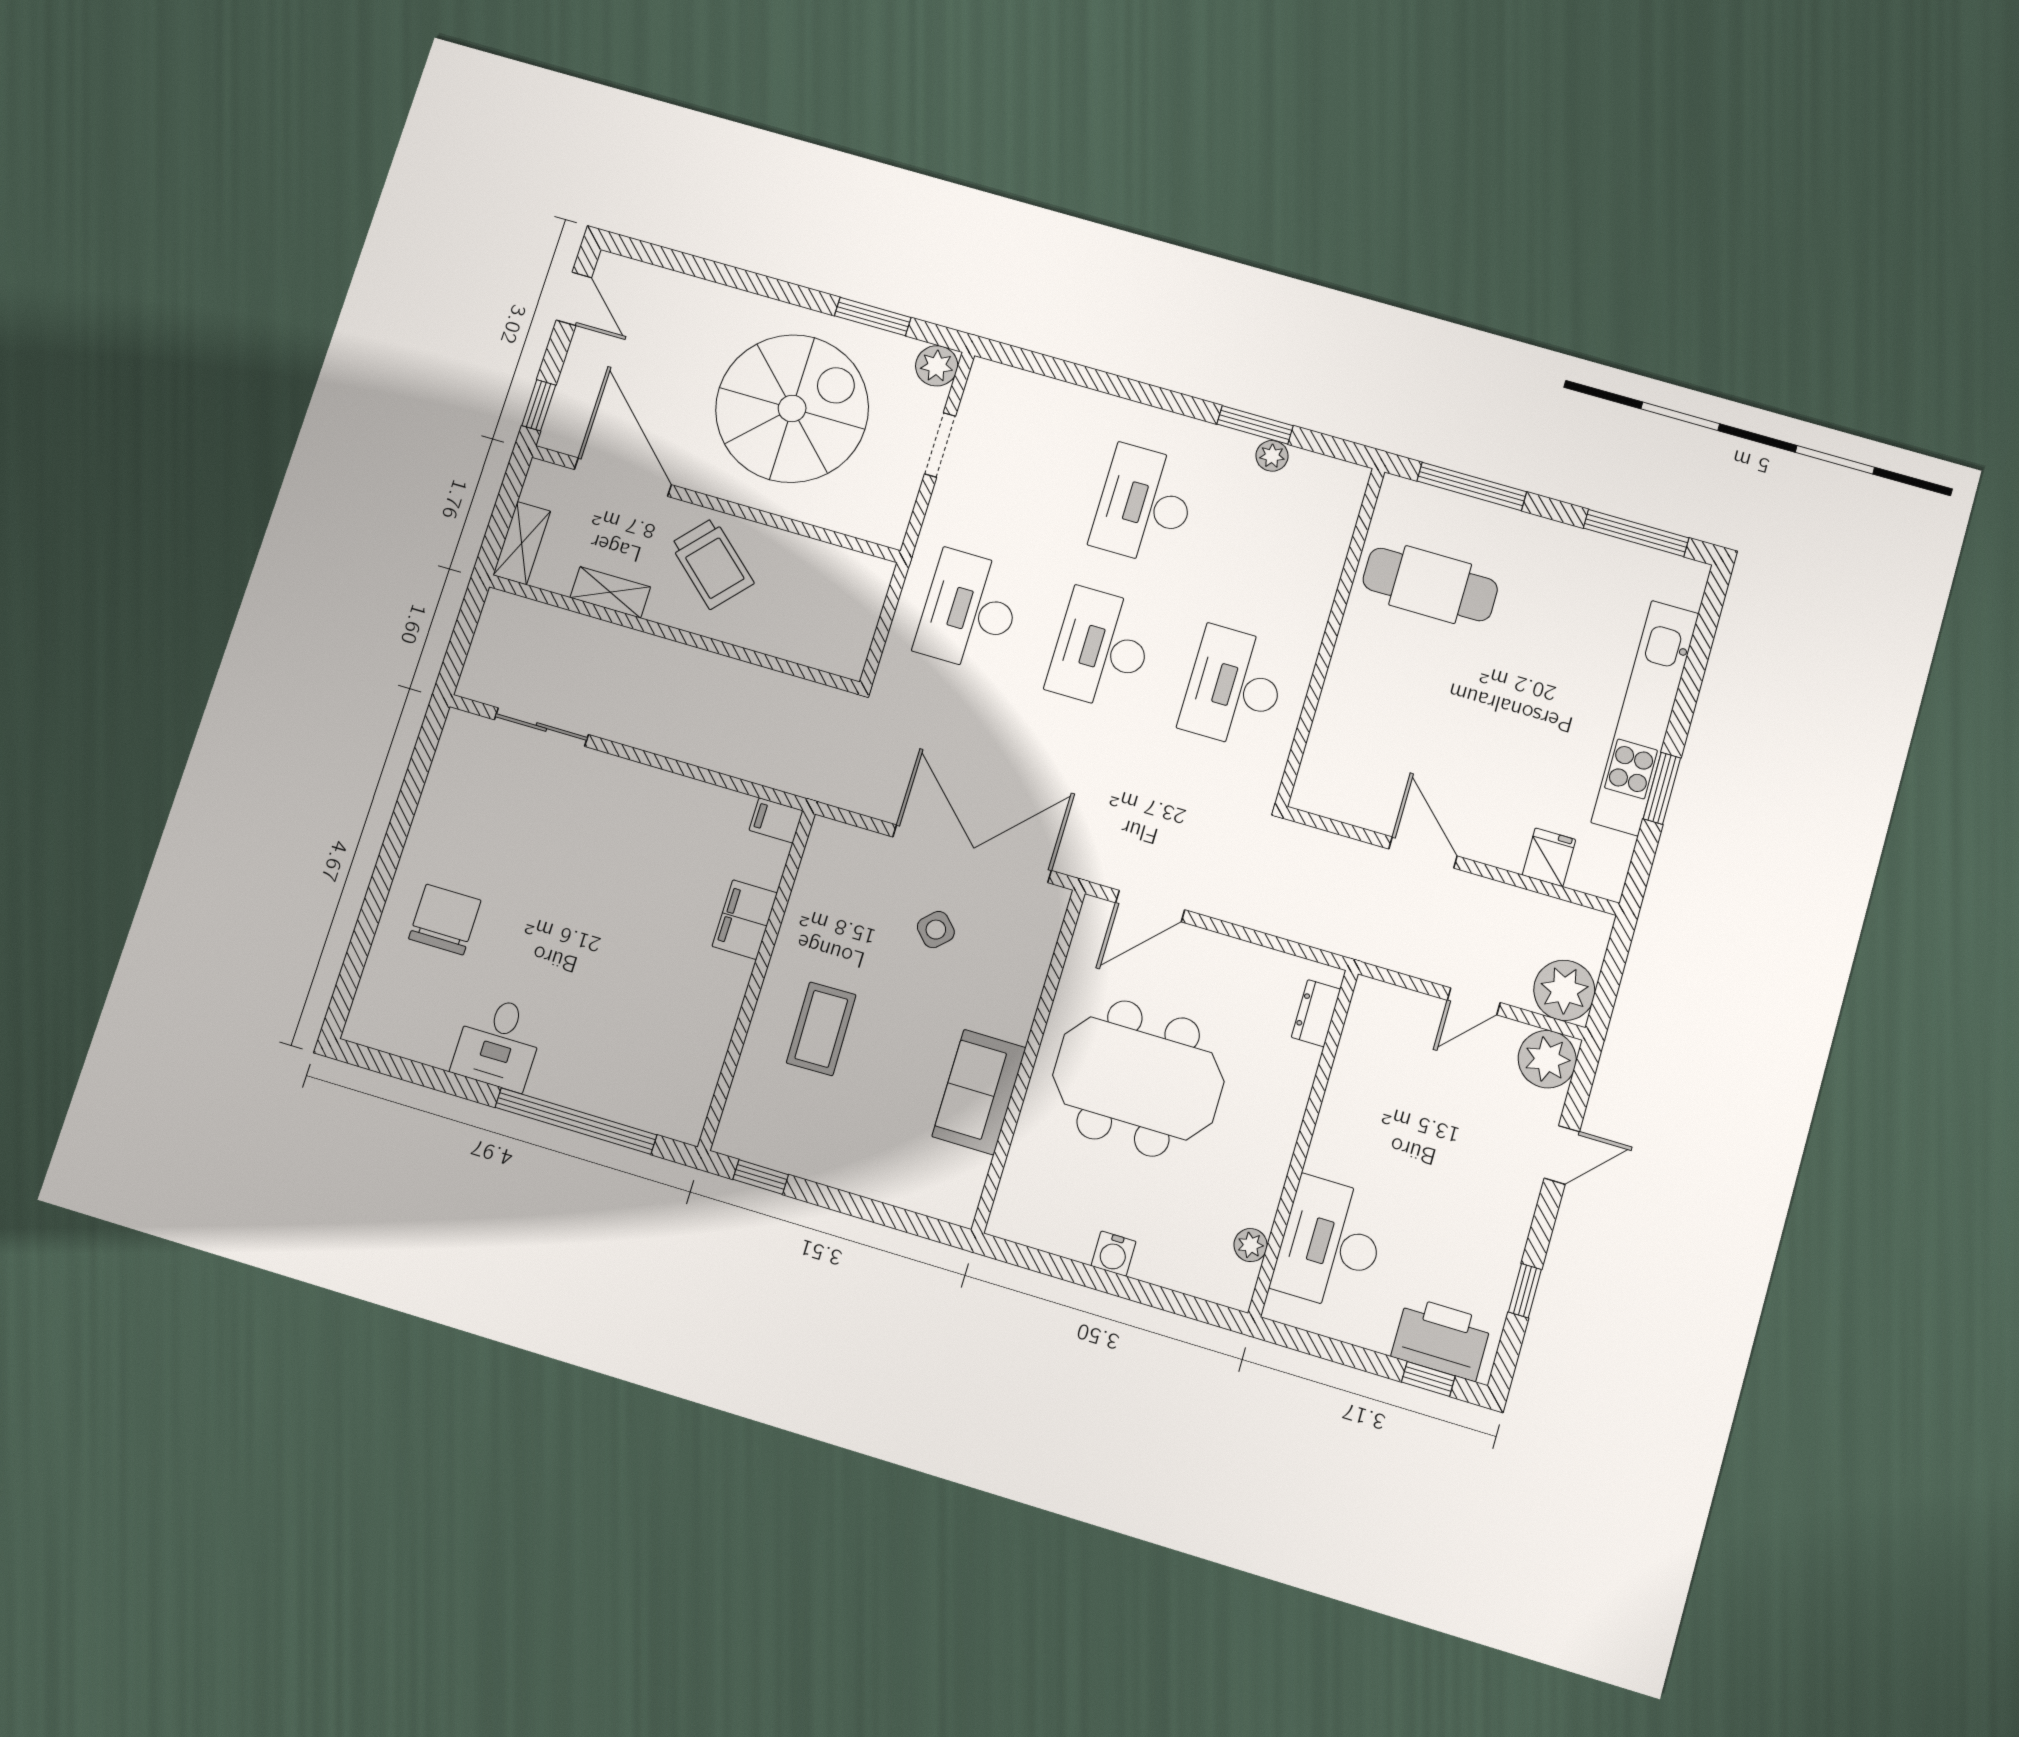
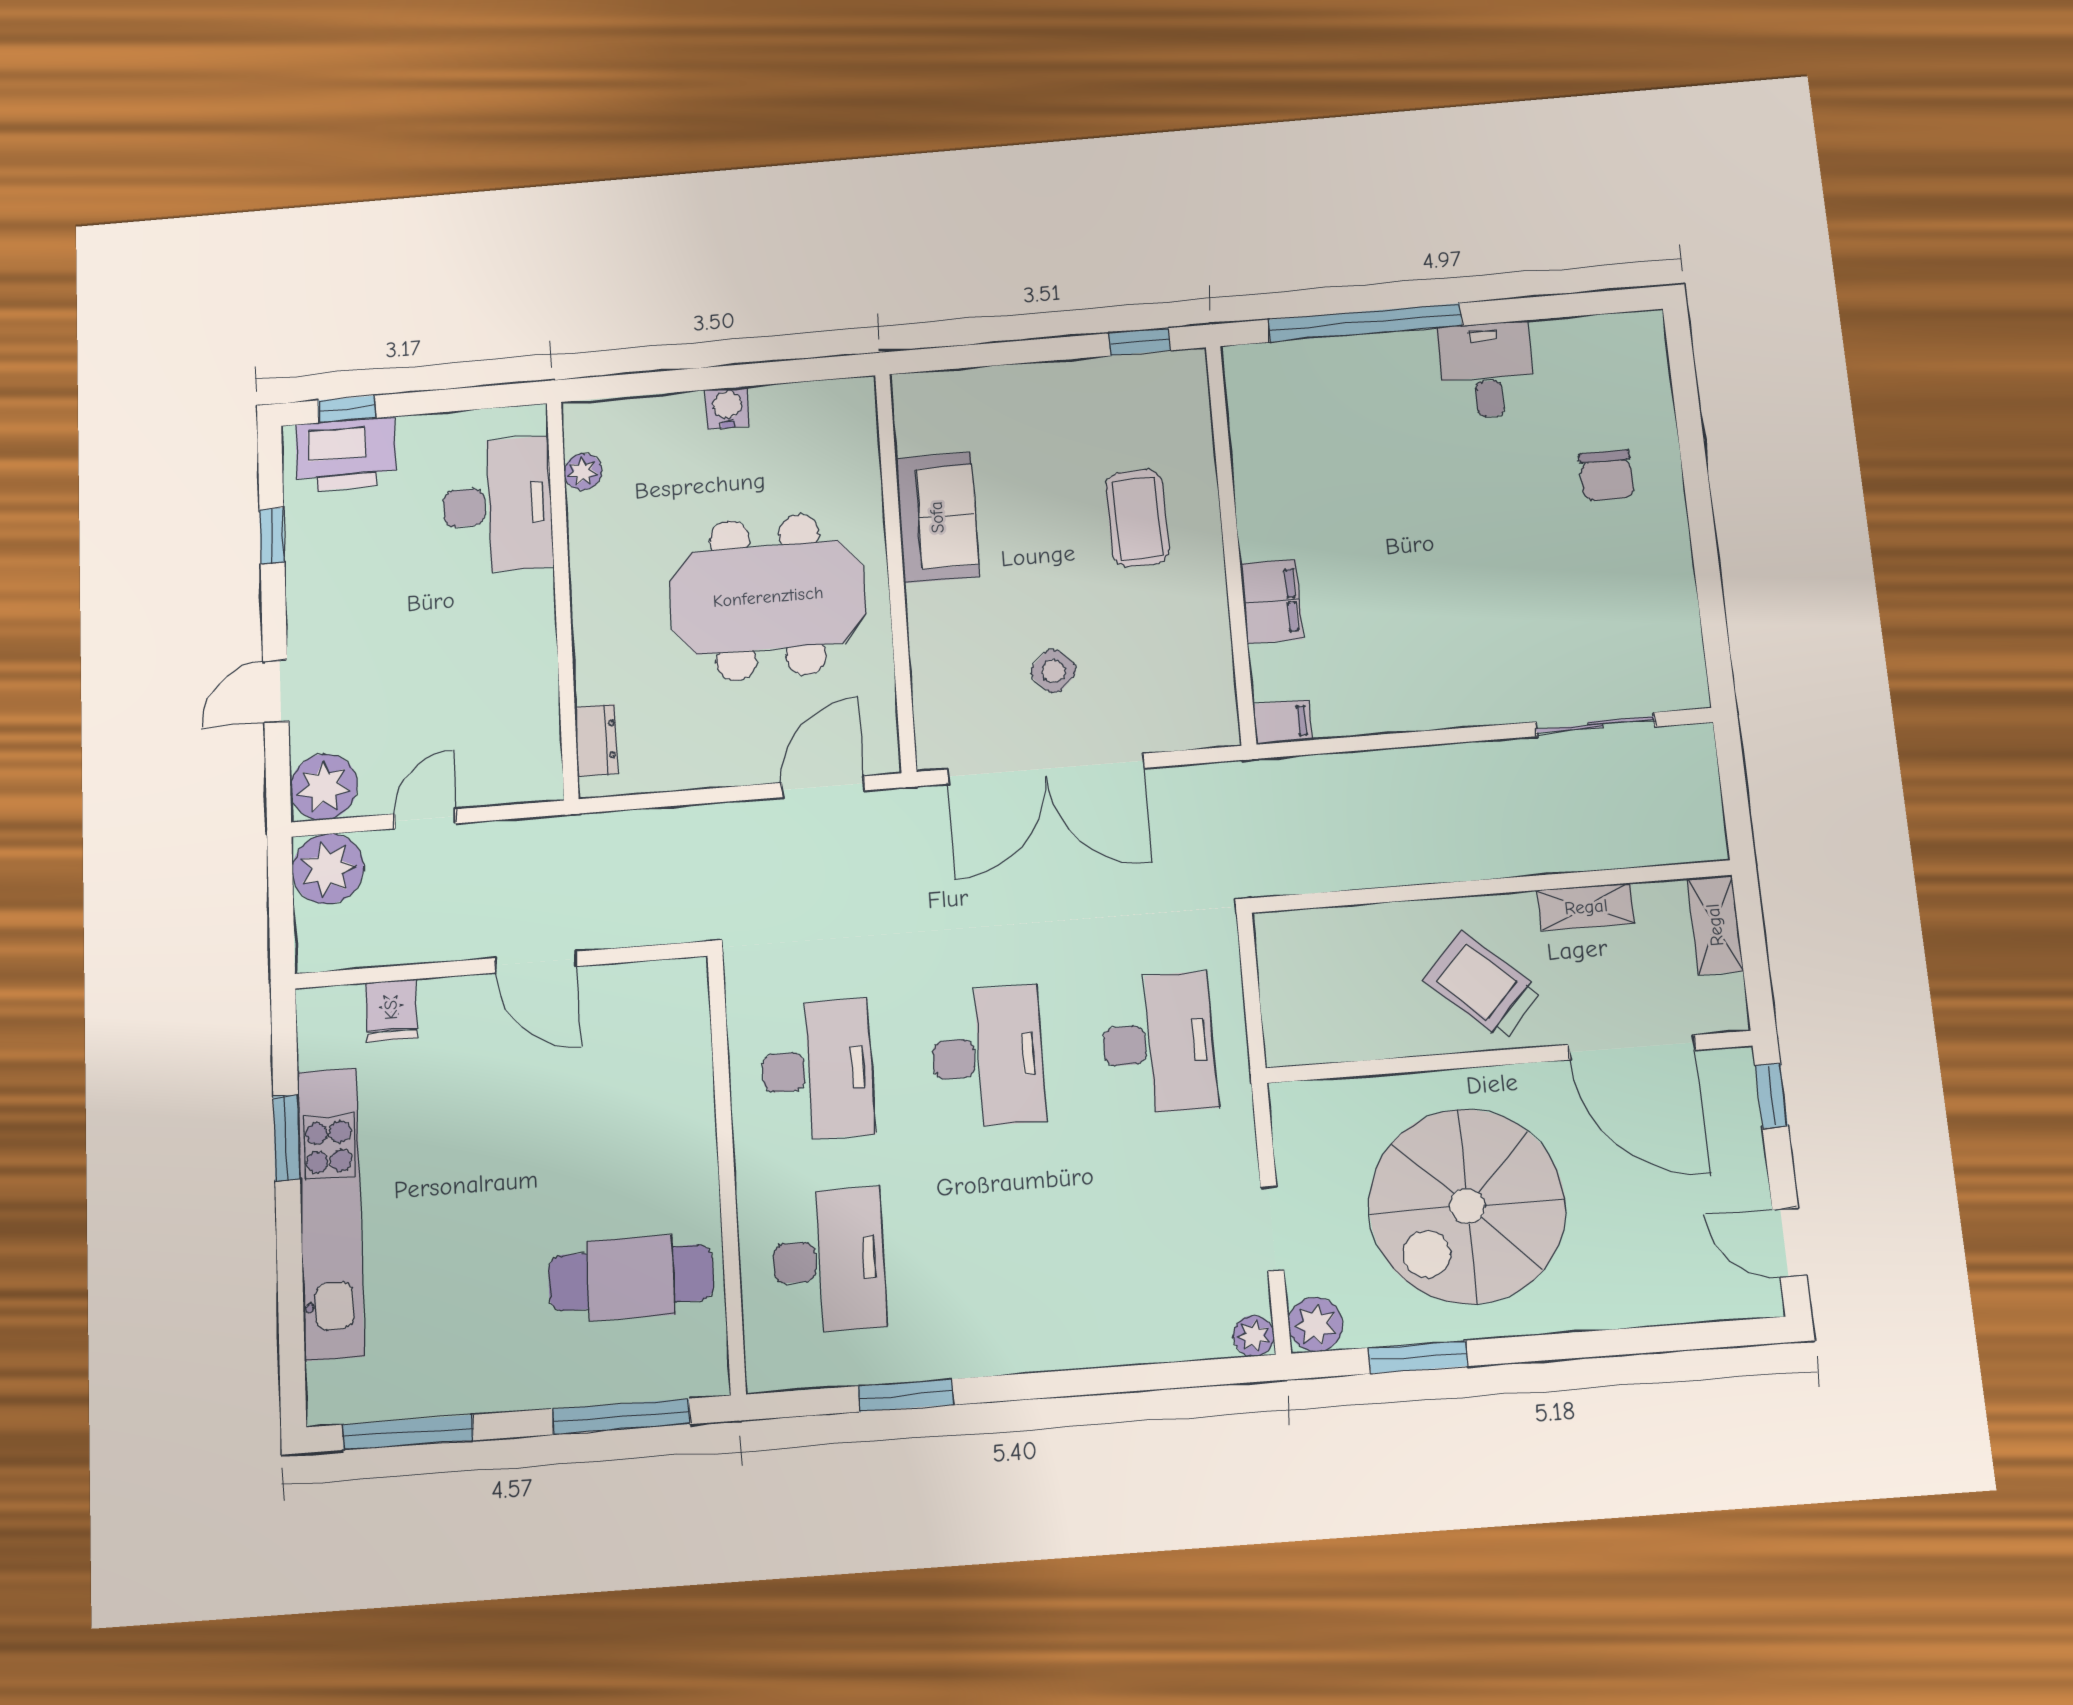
plant: (1272, 456) -> (1254, 1336), moved
desk: (1145, 505) -> (829, 1260), moved
chair: (445, 920) -> (1607, 476), width x0.73, depth x0.73

